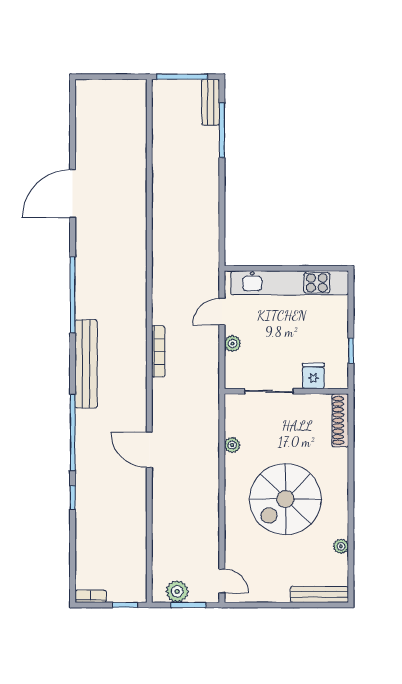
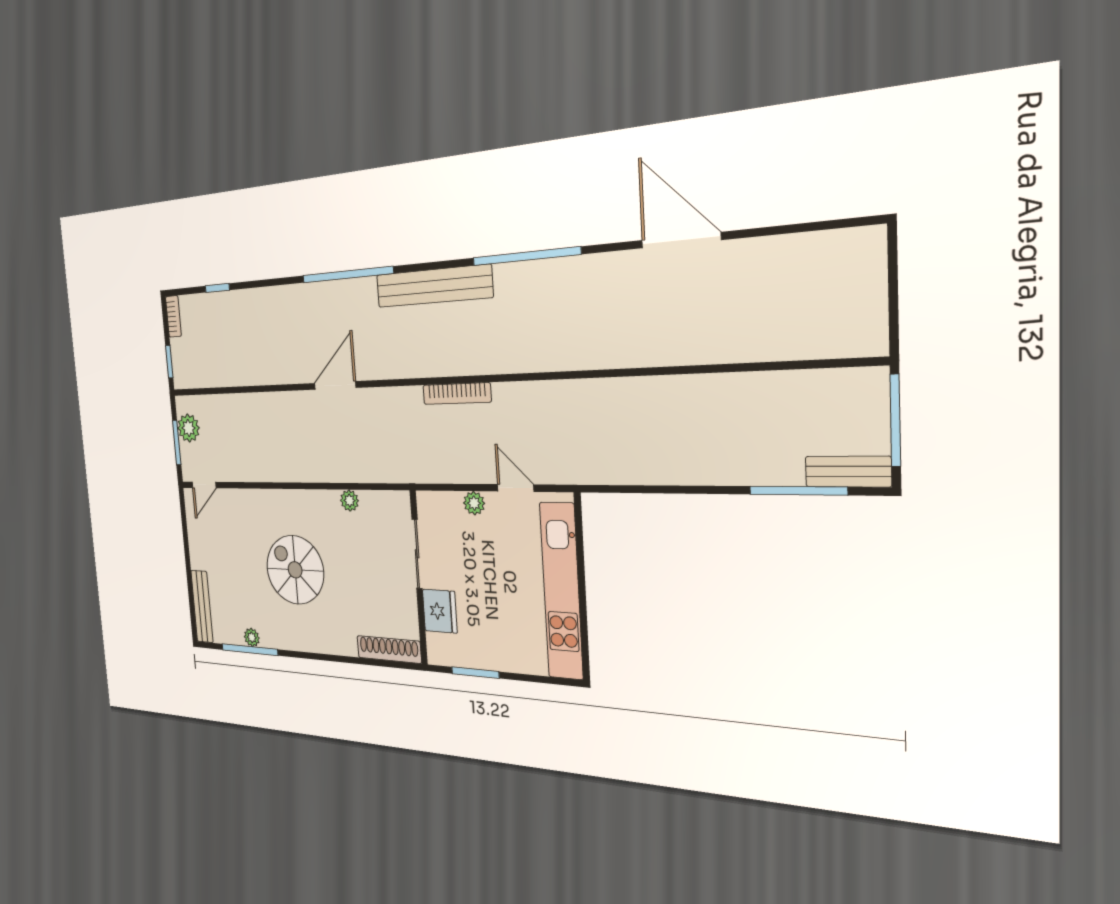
window: (351, 351) -> (475, 673), width x1.50
fridge: (313, 376) -> (440, 611), width x1.38
window: (73, 498) -> (217, 288), moved
spiral stairs: (285, 499) -> (295, 570), width x0.73, depth x0.73
window: (351, 549) -> (250, 650), added

